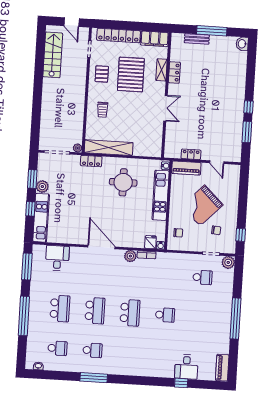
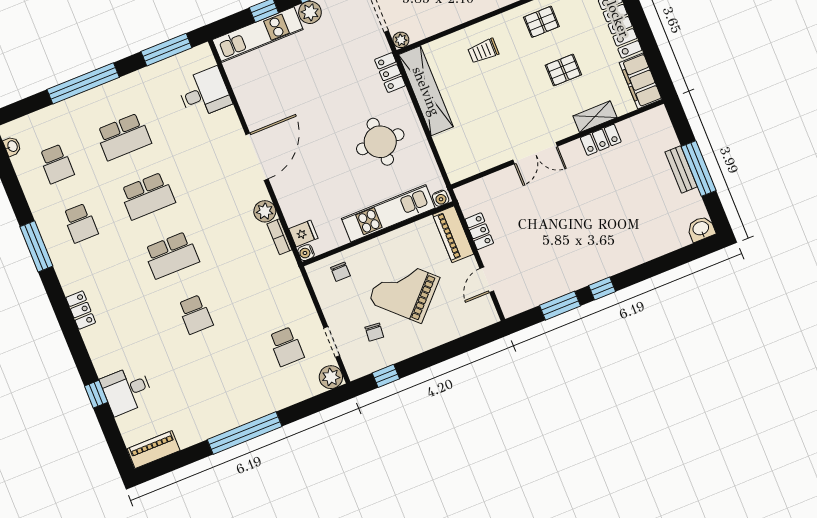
bench: (197, 39) -> (681, 169), moved
pallet: (131, 74) -> (563, 70), width x0.49, depth x0.50
locker: (136, 371) -> (81, 310), added

